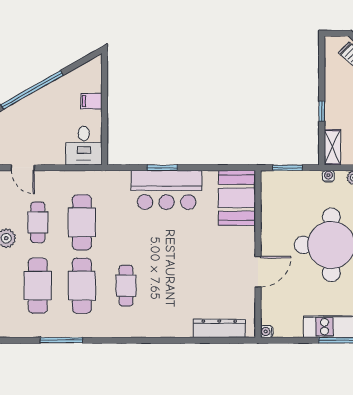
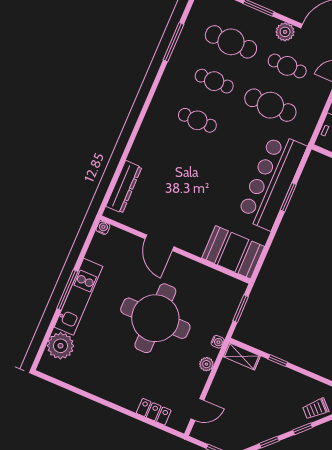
bar counter: (167, 190) -> (272, 181), width x1.36
cafe table: (82, 286) -> (214, 81), width x0.73, depth x0.74

